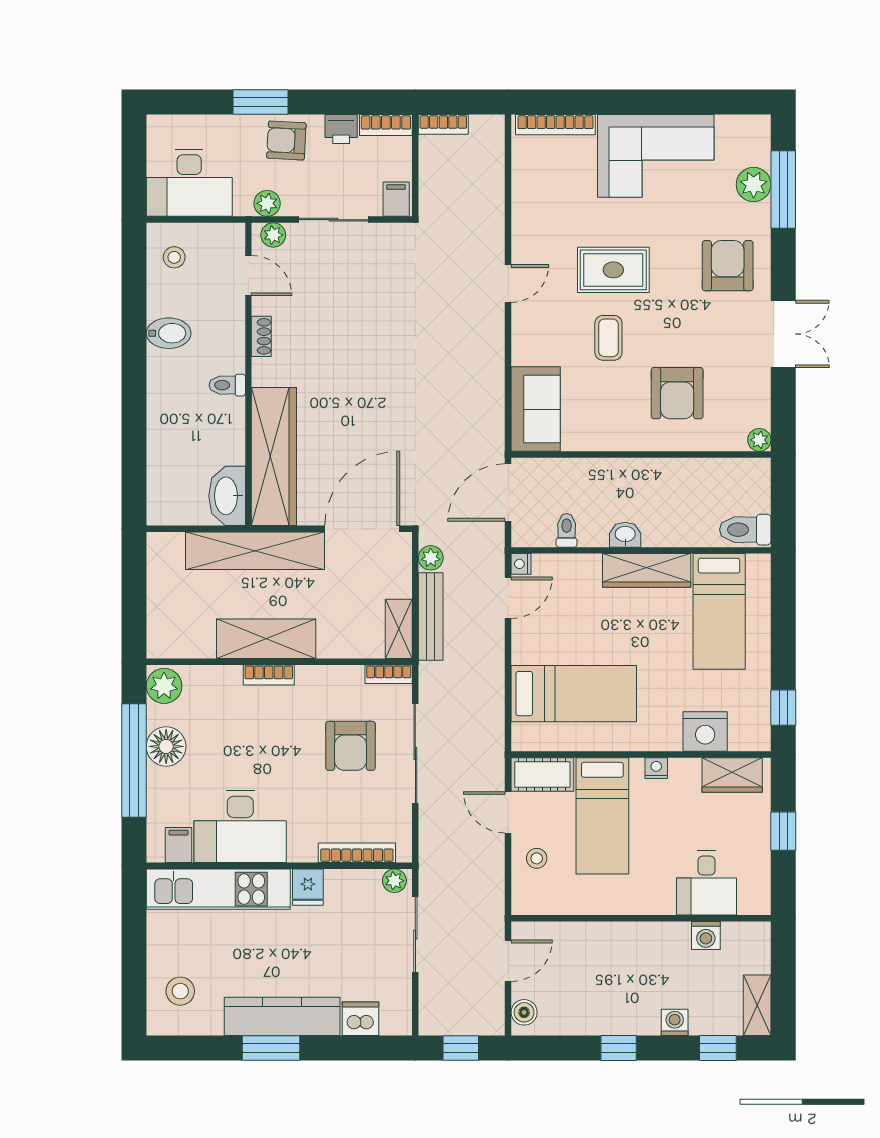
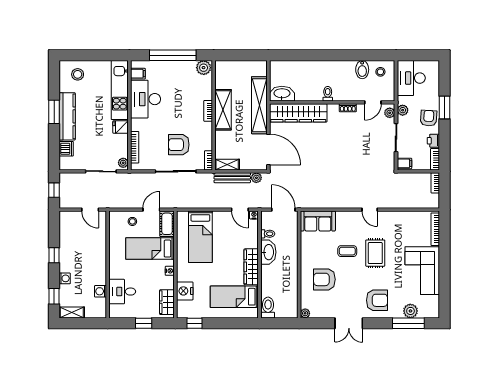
bidet: (169, 333) -> (362, 70), moved
washbasin: (625, 535) -> (268, 252), width x1.91, depth x1.45
floor lamp: (166, 746) -> (179, 69), removed
boiler: (524, 1012) -> (69, 216), removed

